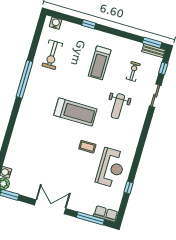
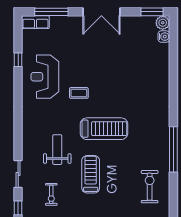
treadmill: (100, 63) -> (91, 174), moved
treadmill: (75, 112) -> (104, 129), turned 180

